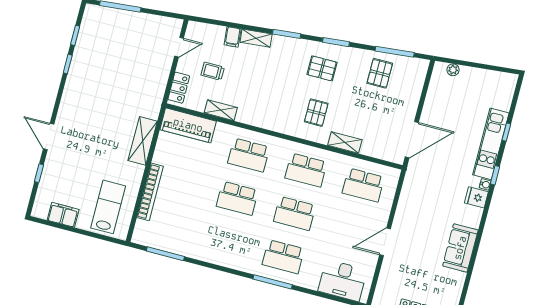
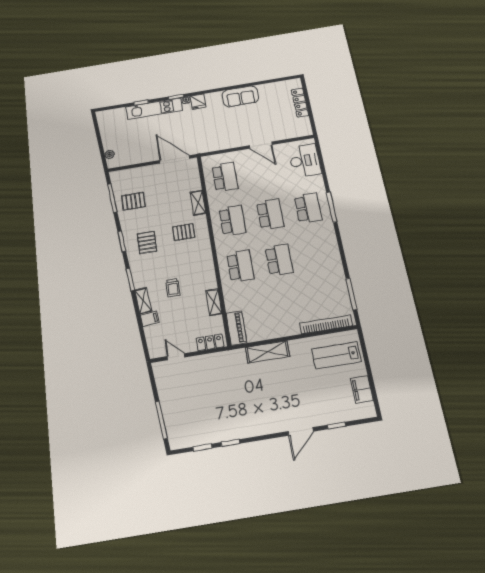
trolley: (213, 71) -> (173, 288), moved
piano: (188, 125) -> (236, 328), width x0.73, depth x0.75
bookcase: (150, 192) -> (326, 324), moved

